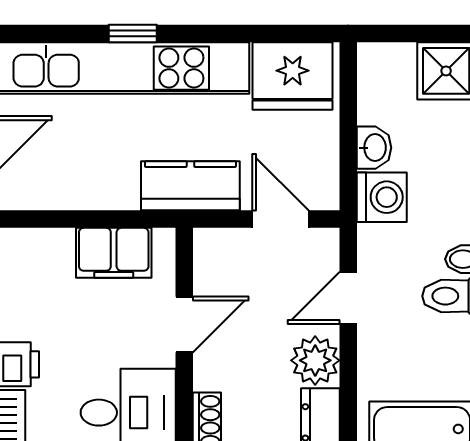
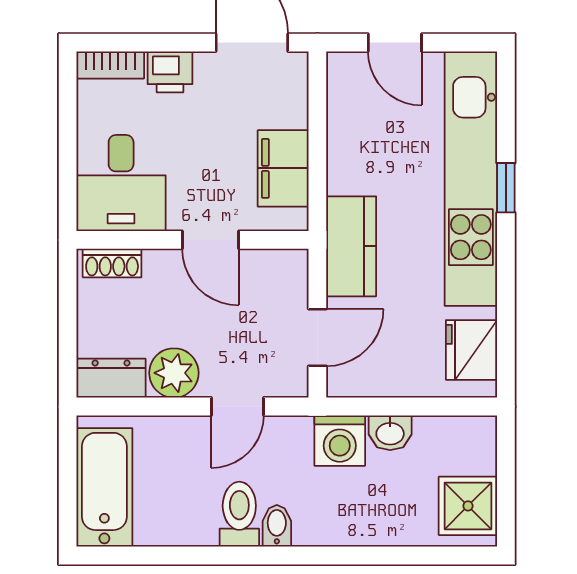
fridge: (293, 76) -> (471, 350), width x0.73, depth x0.75
door: (348, 298) -> (237, 406), swing flipped

